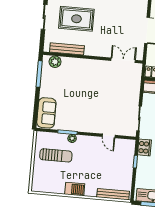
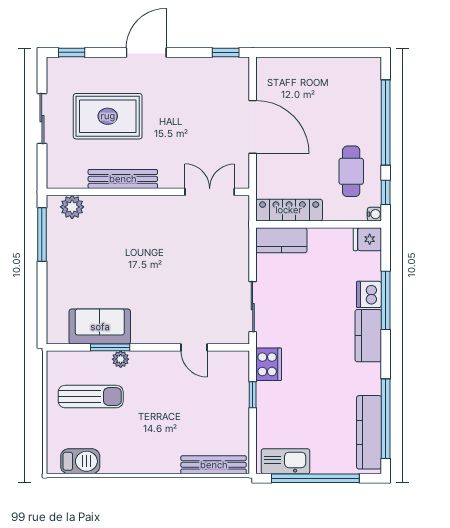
bench: (67, 49) -> (123, 179), moved
sofa: (46, 113) -> (100, 327), moved, turned -90
barbecue: (75, 189) -> (80, 461), moved

